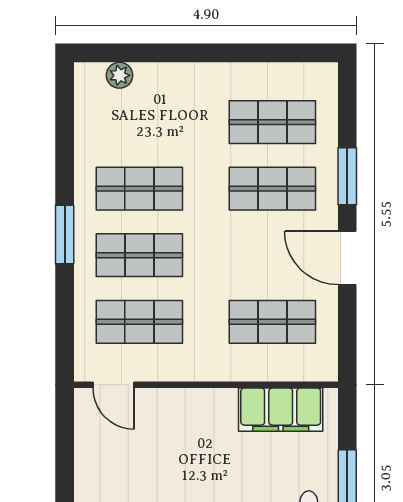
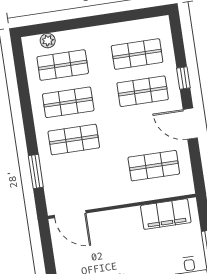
window: (347, 176) -> (183, 78), width x0.67
window: (65, 234) -> (36, 171), moved
shop shelf: (139, 322) -> (63, 65), moved
door: (113, 385) -> (70, 214), width x1.38

